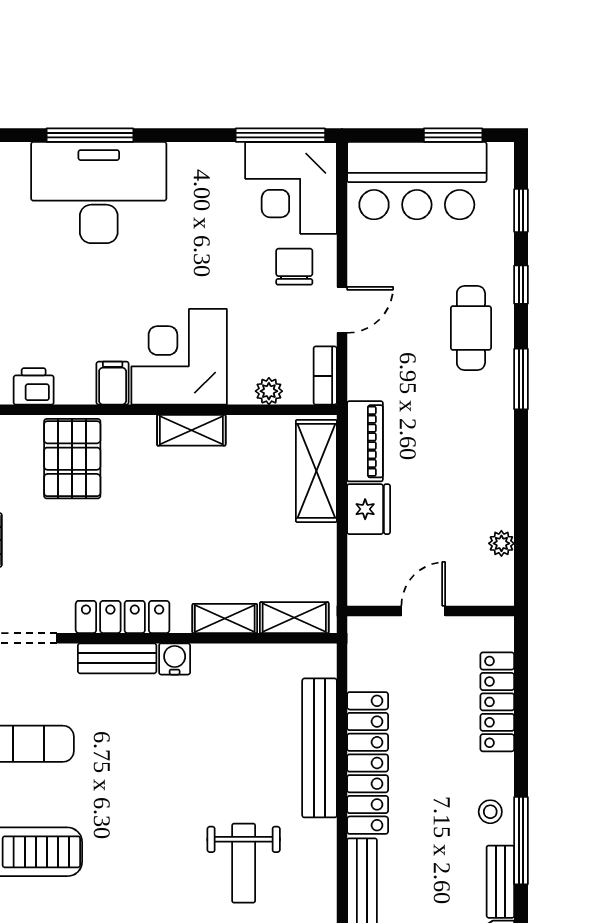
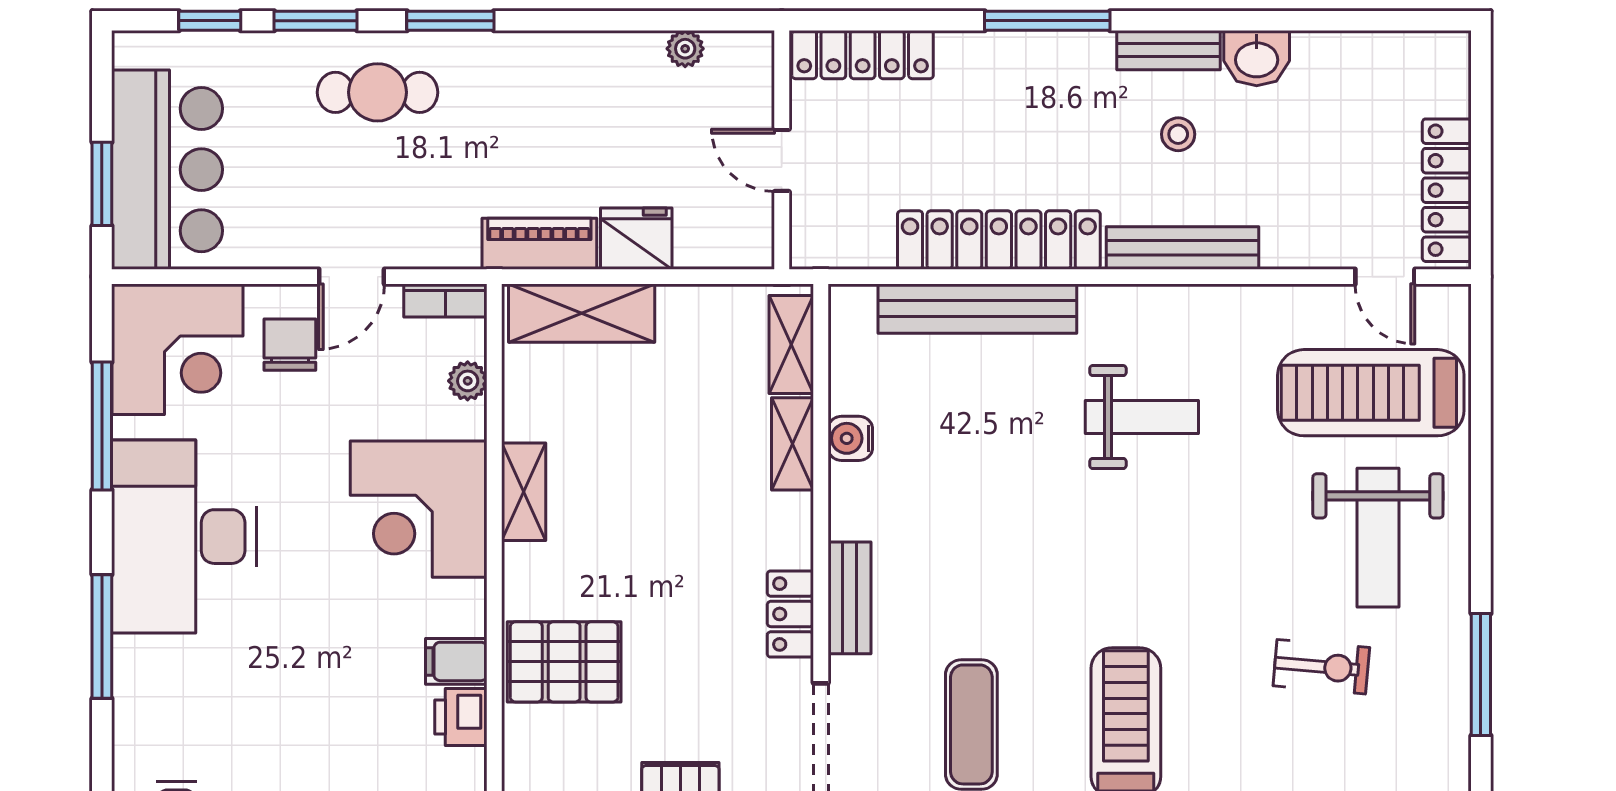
window: (280, 135) -> (102, 426), moved
window: (453, 135) -> (102, 184), moved
desk: (99, 193) -> (184, 537), moved
chair: (294, 267) -> (290, 345), turned 90
window: (521, 285) -> (316, 21), width x1.50
door: (342, 310) -> (352, 277), swing flipped
filing cabinet: (113, 383) -> (456, 661), moved
locker: (123, 617) -> (790, 614), width x0.66
water cooler: (175, 659) -> (850, 438), moved
locker: (497, 702) -> (863, 55), moved
stool: (490, 812) -> (1178, 134), moved
window: (521, 841) -> (1047, 21), moved

